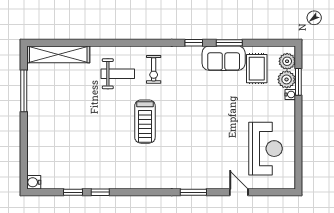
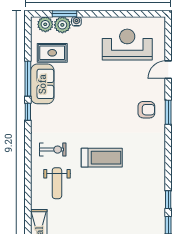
window: (229, 43) -> (28, 79), width x1.44
weight bench: (118, 74) -> (57, 183), turned 180
armchair: (196, 169) -> (146, 110), added

